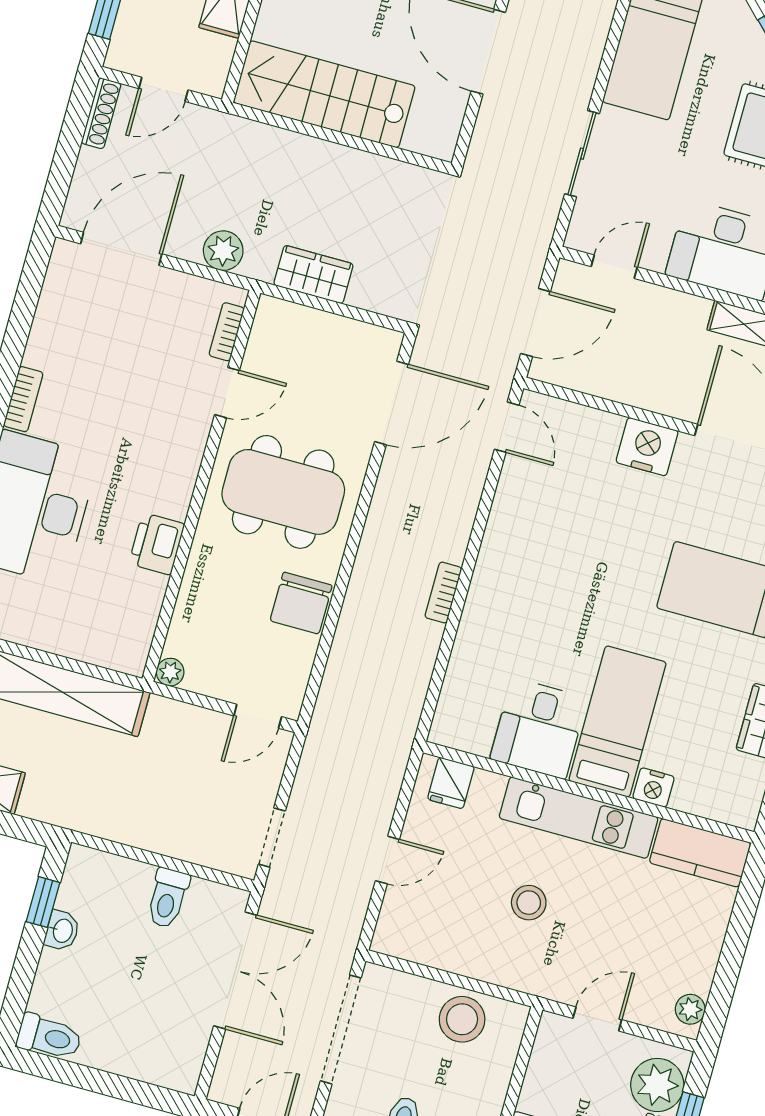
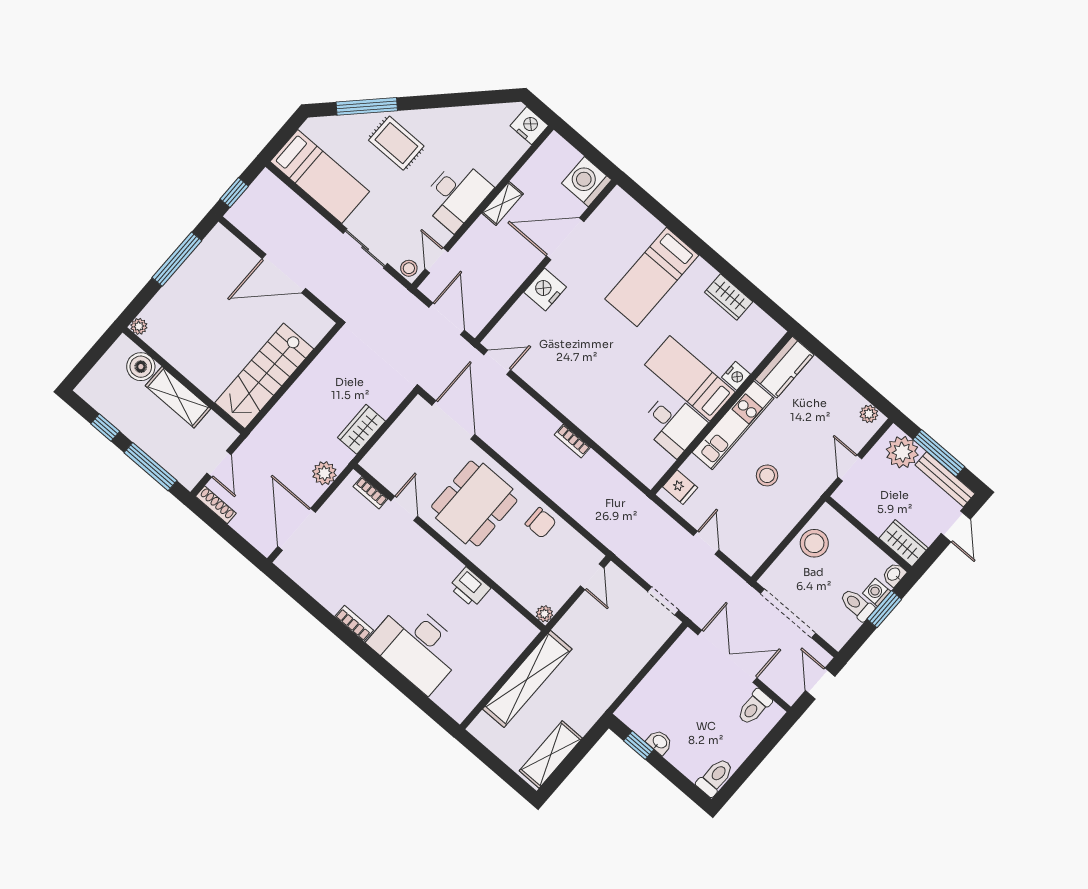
stool: (583, 232) -> (409, 268), added
chair: (301, 603) -> (541, 523), width x0.73, depth x0.73
toilet: (168, 898) -> (754, 707), moved, turned 90

